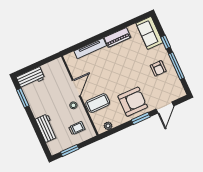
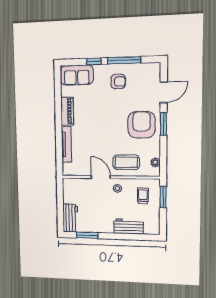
coffee table: (98, 103) -> (126, 162), turned 90
door: (165, 107) -> (164, 92), hinge flipped
window: (70, 150) -> (163, 197), moved

